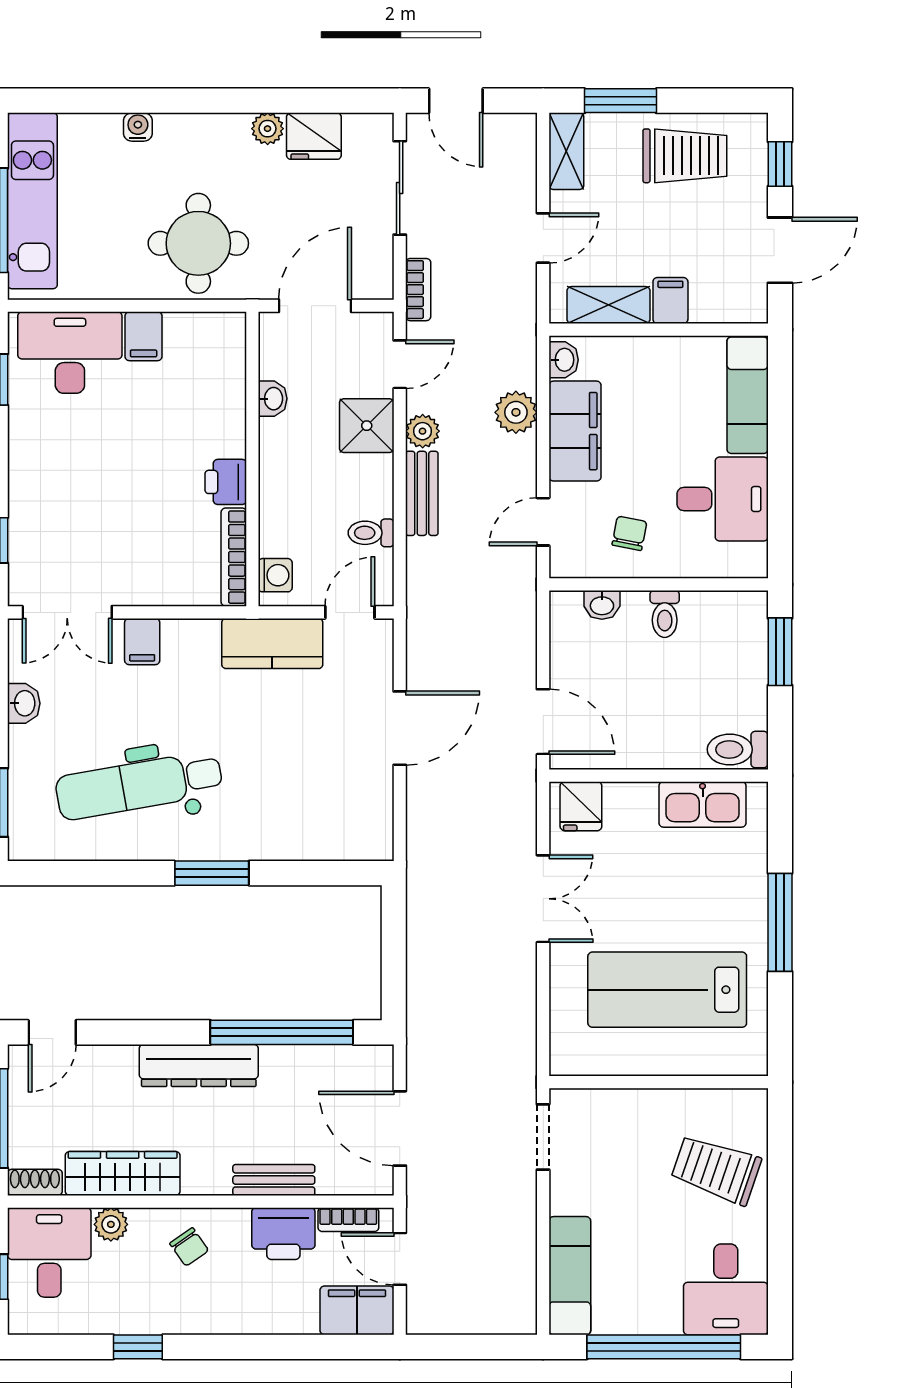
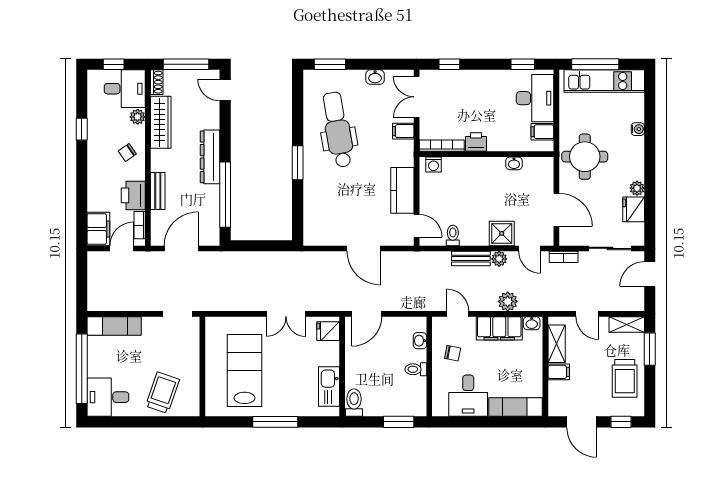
washbasin: (273, 399) -> (514, 163), moved
wall: (252, 459) -> (486, 154), moved
printer: (226, 482) -> (476, 142), moved
bookcase: (234, 557) -> (442, 146), moved
washing machine: (275, 575) -> (433, 164), moved

